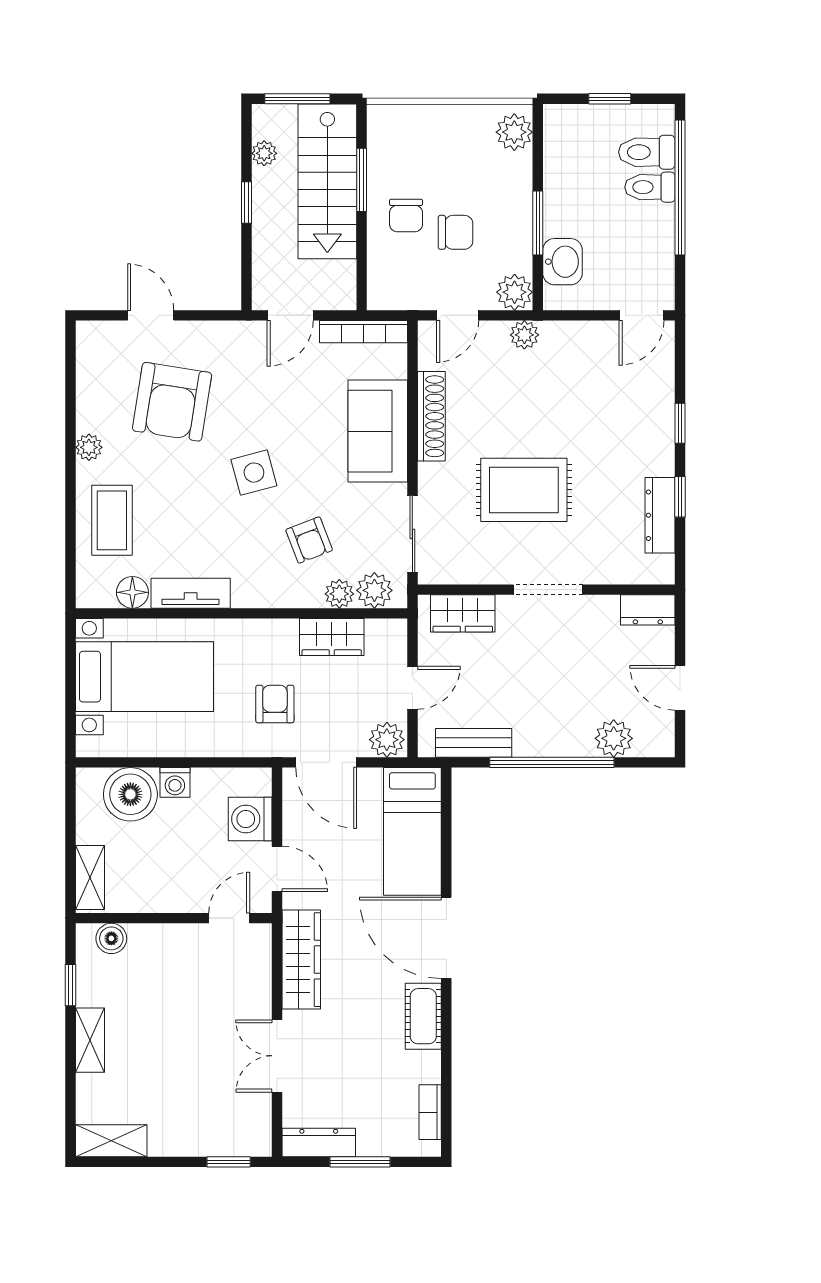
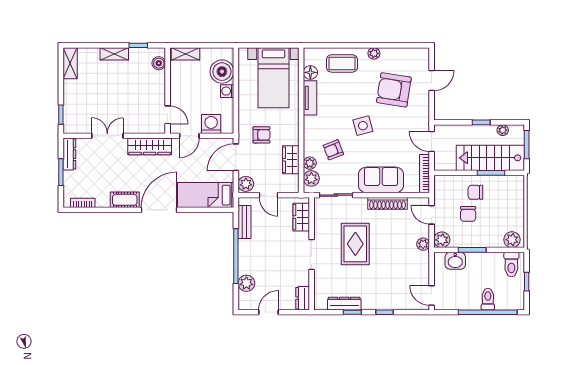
toilet: (647, 152) -> (511, 265), moved, turned 180

